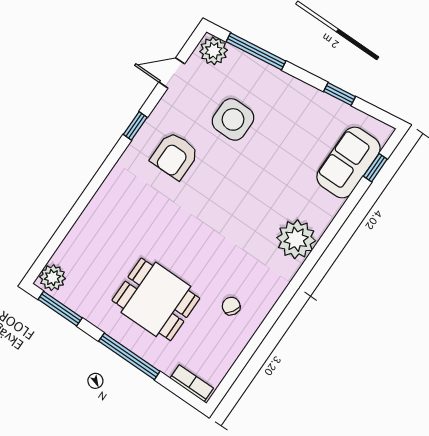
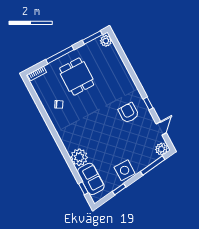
side table: (233, 119) -> (125, 170), moved
plant: (296, 239) -> (79, 157), moved
dining table: (156, 299) -> (77, 77), turned 90

